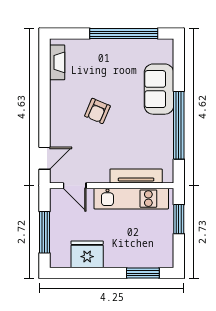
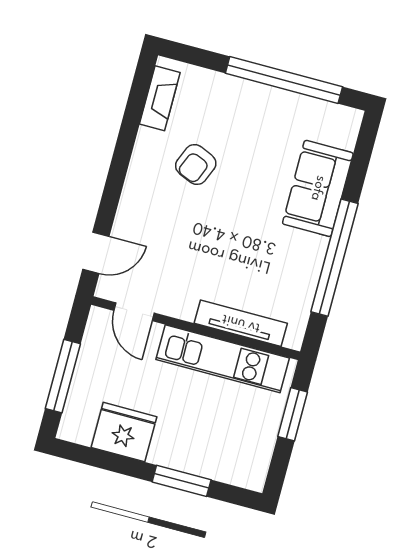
armchair: (97, 111) -> (196, 164), moved
window: (143, 273) -> (182, 481), moved

